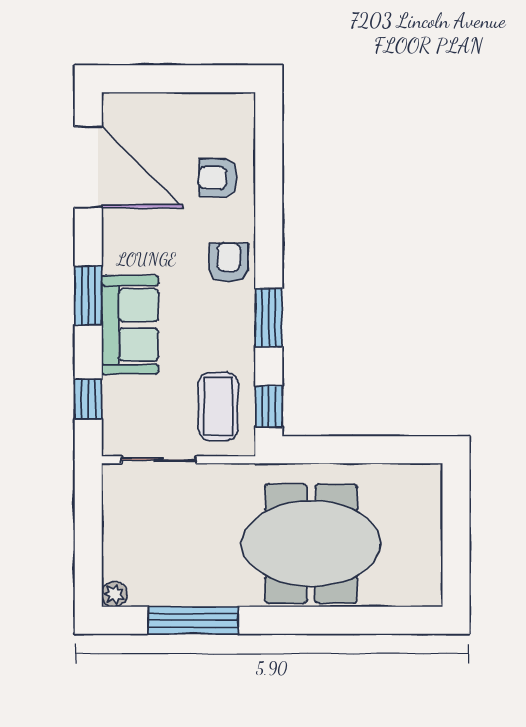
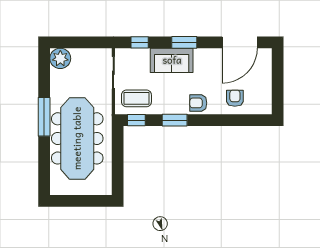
armchair: (229, 263) -> (198, 103), turned 180
meeting table: (311, 544) -> (77, 138), width x1.36
plant: (114, 594) -> (60, 58), width x1.88, depth x1.88
window: (193, 620) -> (44, 117), moved

